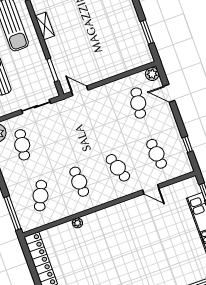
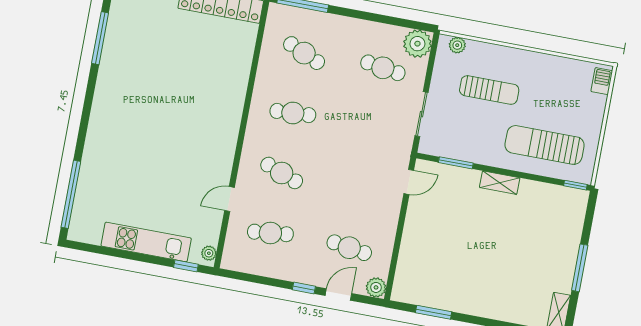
shelving: (45, 26) -> (500, 183), moved
window: (187, 144) -> (304, 288), moved
cafe table: (118, 168) -> (282, 173), turned 39
plant: (77, 223) -> (209, 253), moved

